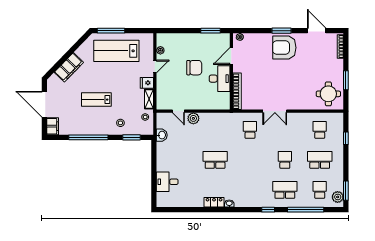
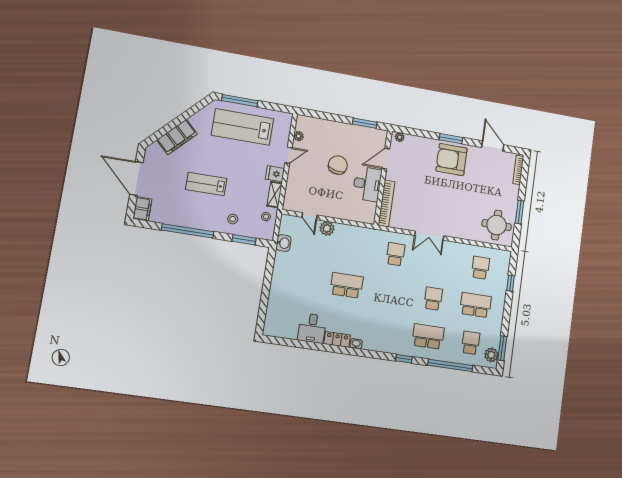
chair: (194, 68) -> (338, 165), turned -79
desk: (167, 182) -> (312, 328), moved, turned -90

